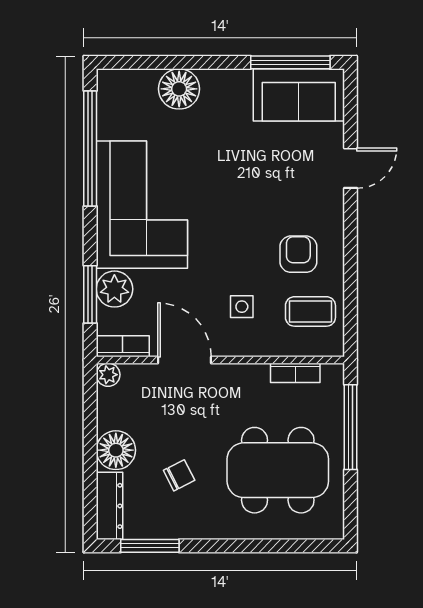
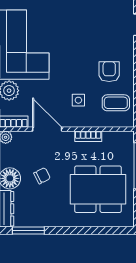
bookcase: (295, 373) -> (88, 136), moved
chair: (179, 475) -> (42, 176), moved

